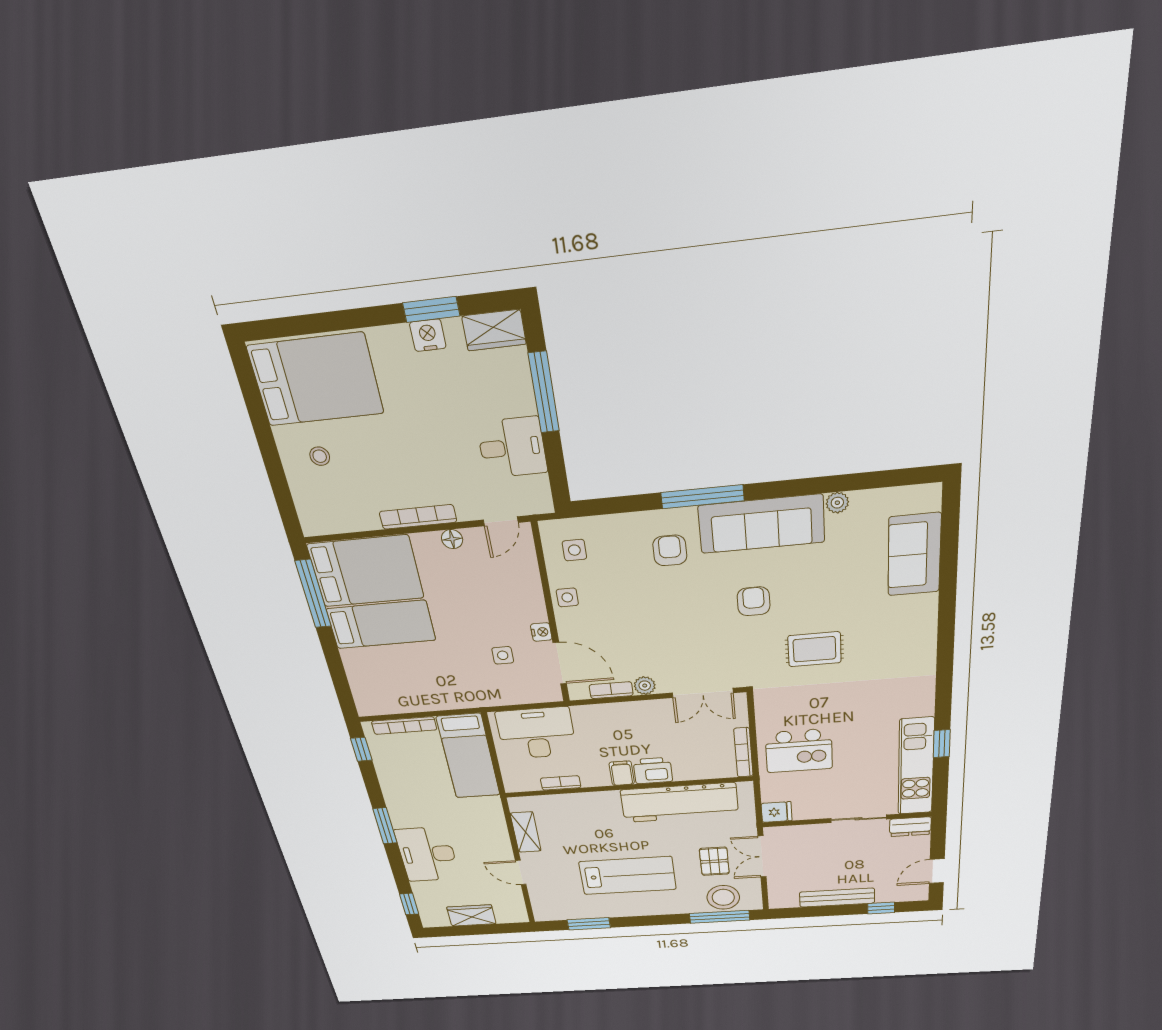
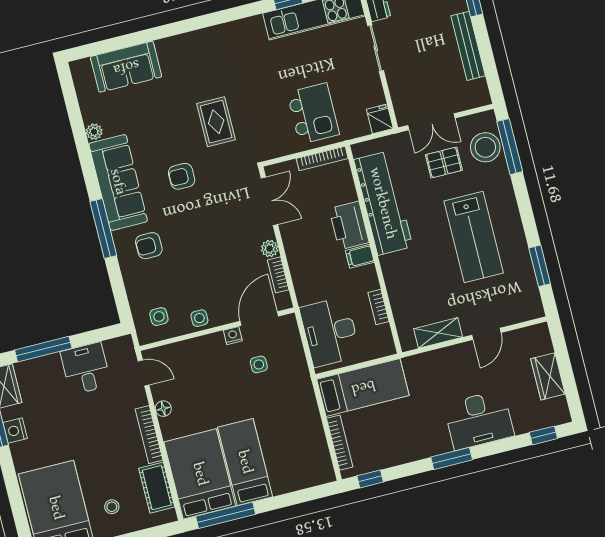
cot: (347, 517) -> (157, 488), added
printer: (653, 771) -> (349, 225), width x1.37, depth x1.19
lab bench: (628, 876) -> (474, 237), turned 180

